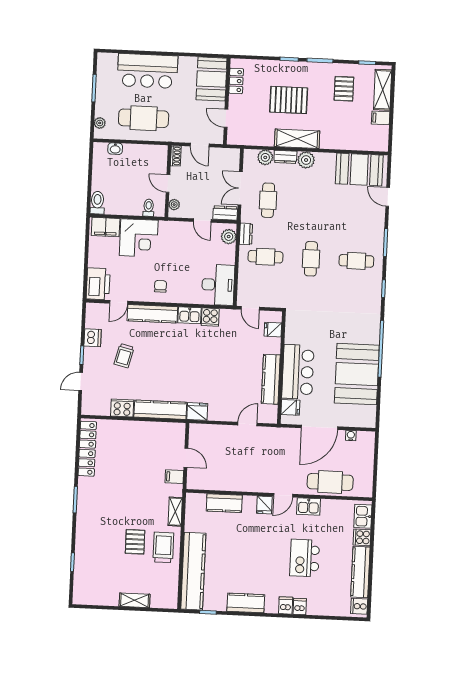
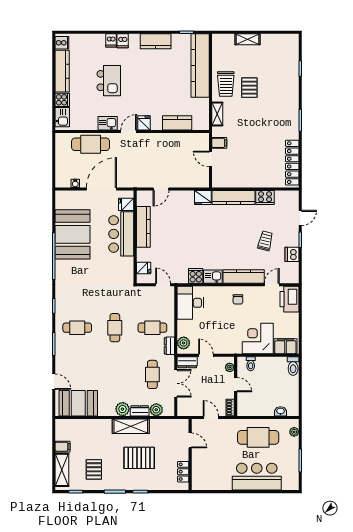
booth: (212, 79) -> (204, 472), removed

